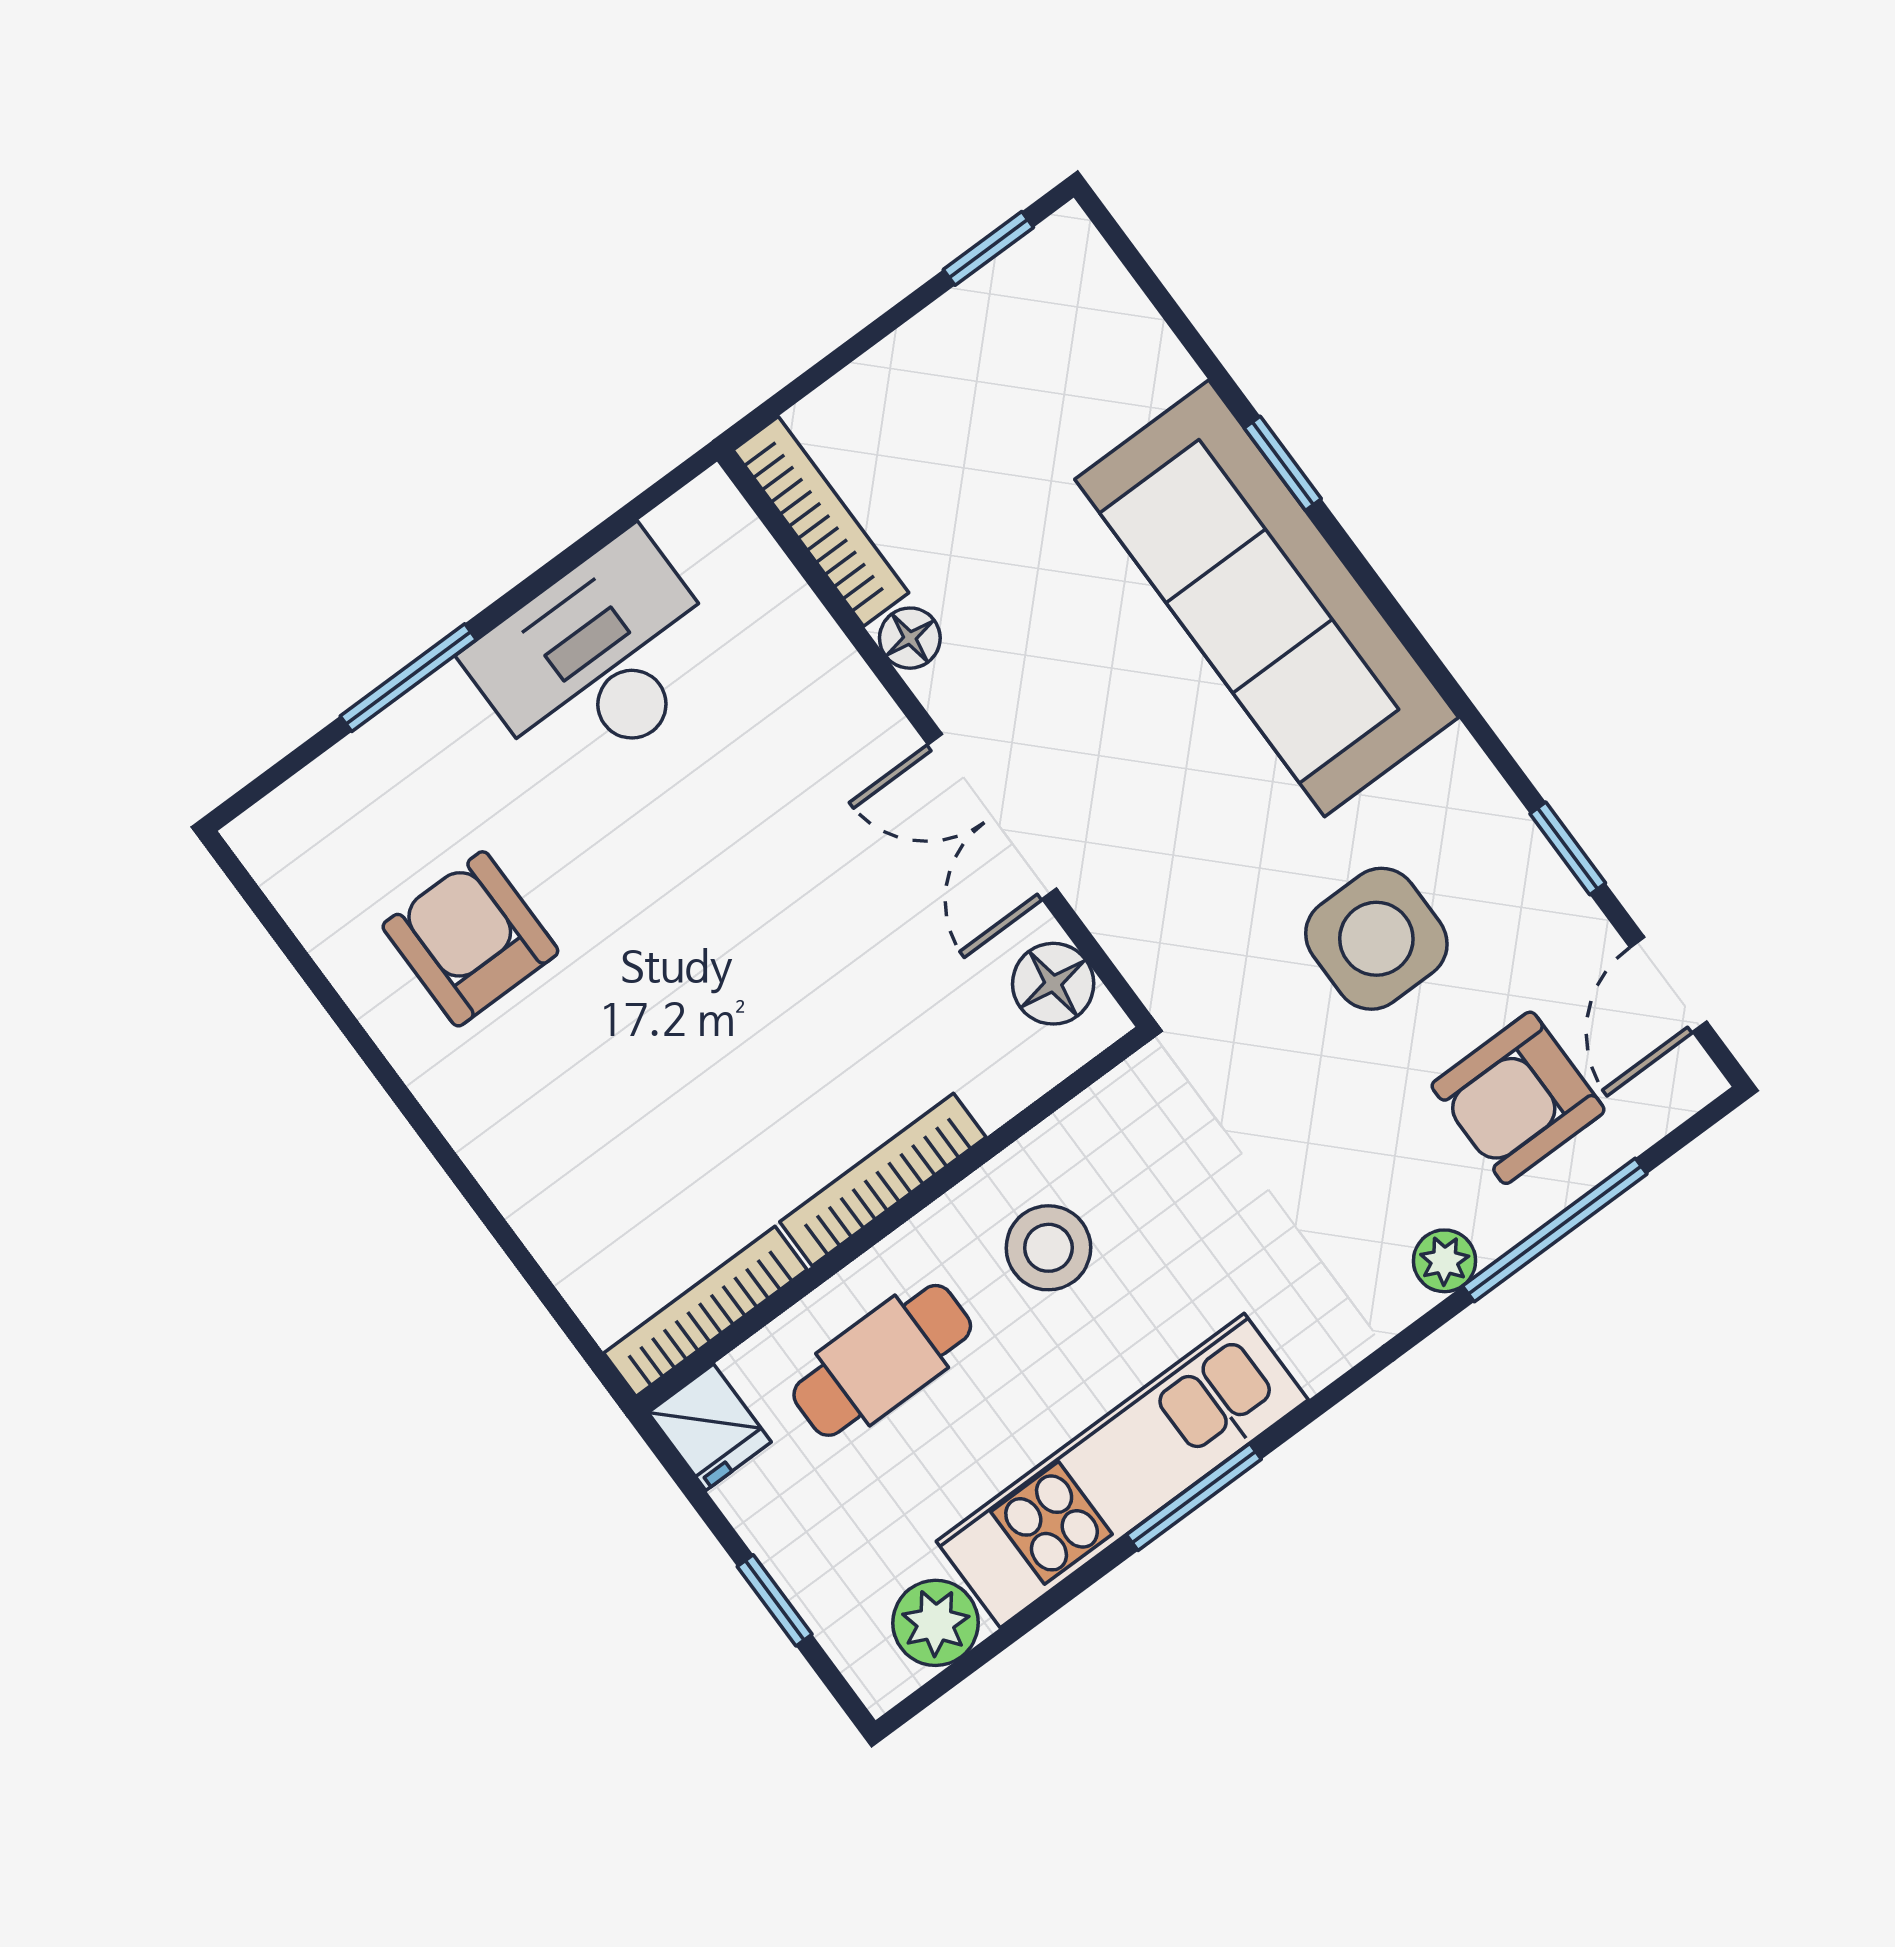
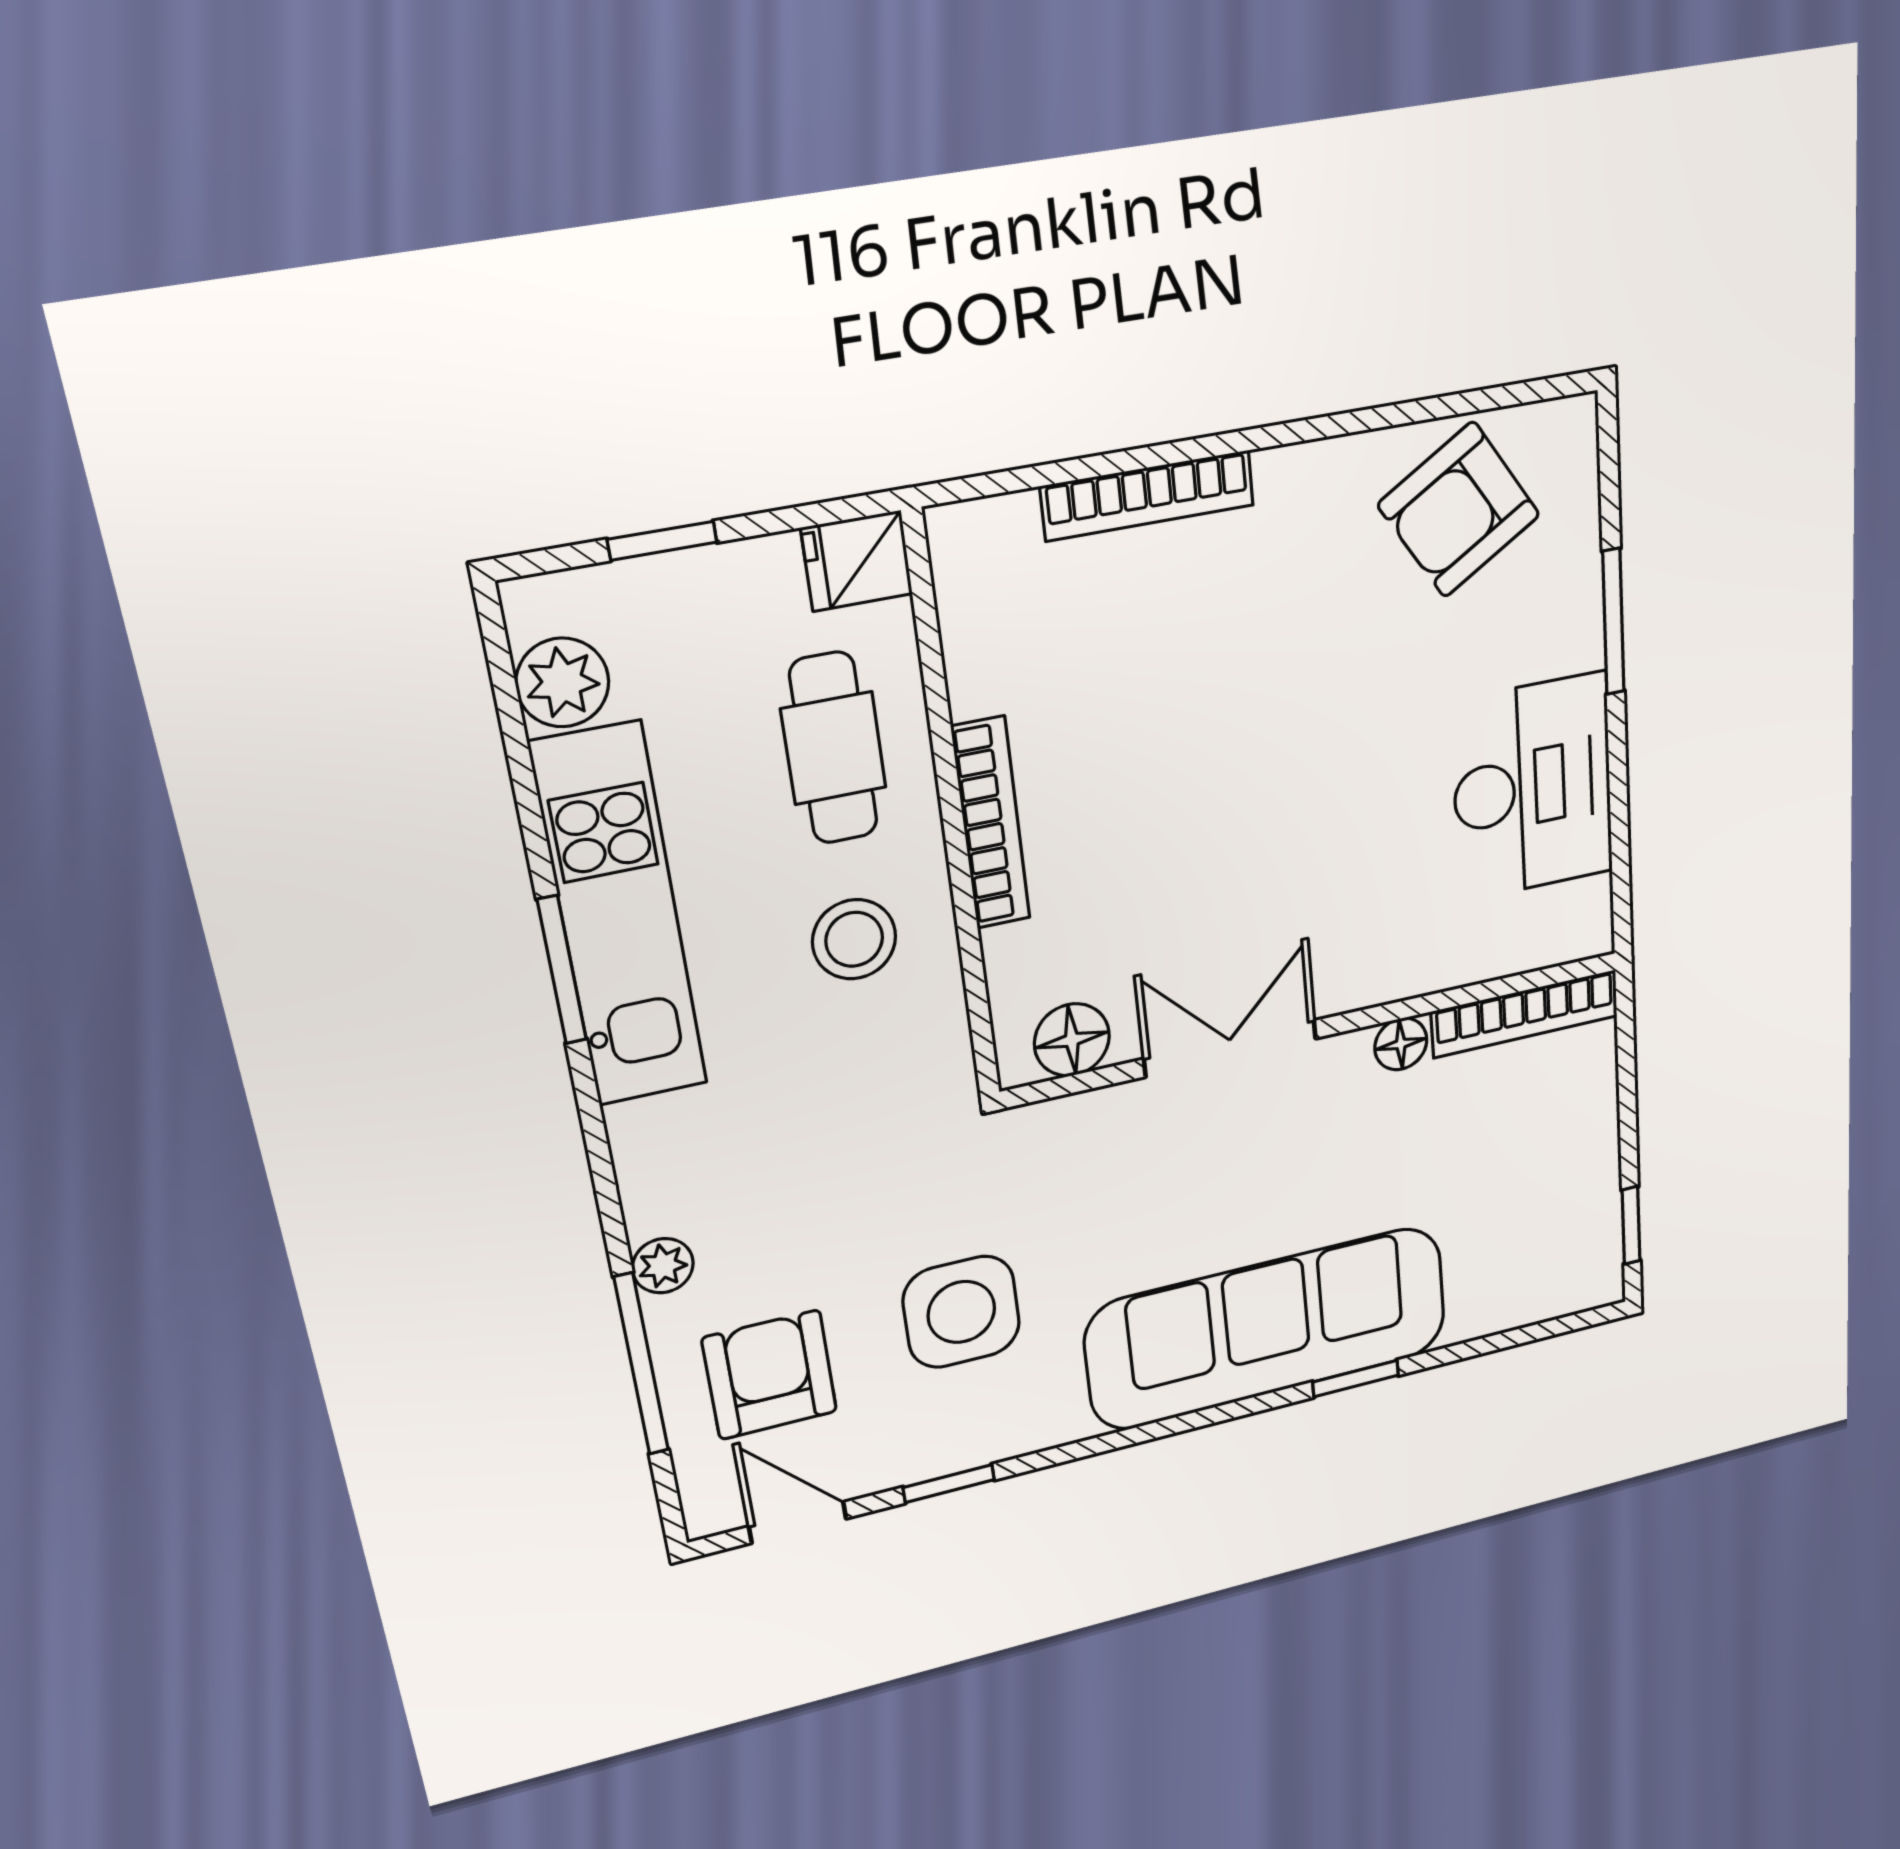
armchair: (470, 939) -> (1459, 510), moved, turned 148
bookcase: (705, 1311) -> (1148, 496), moved, turned 90

